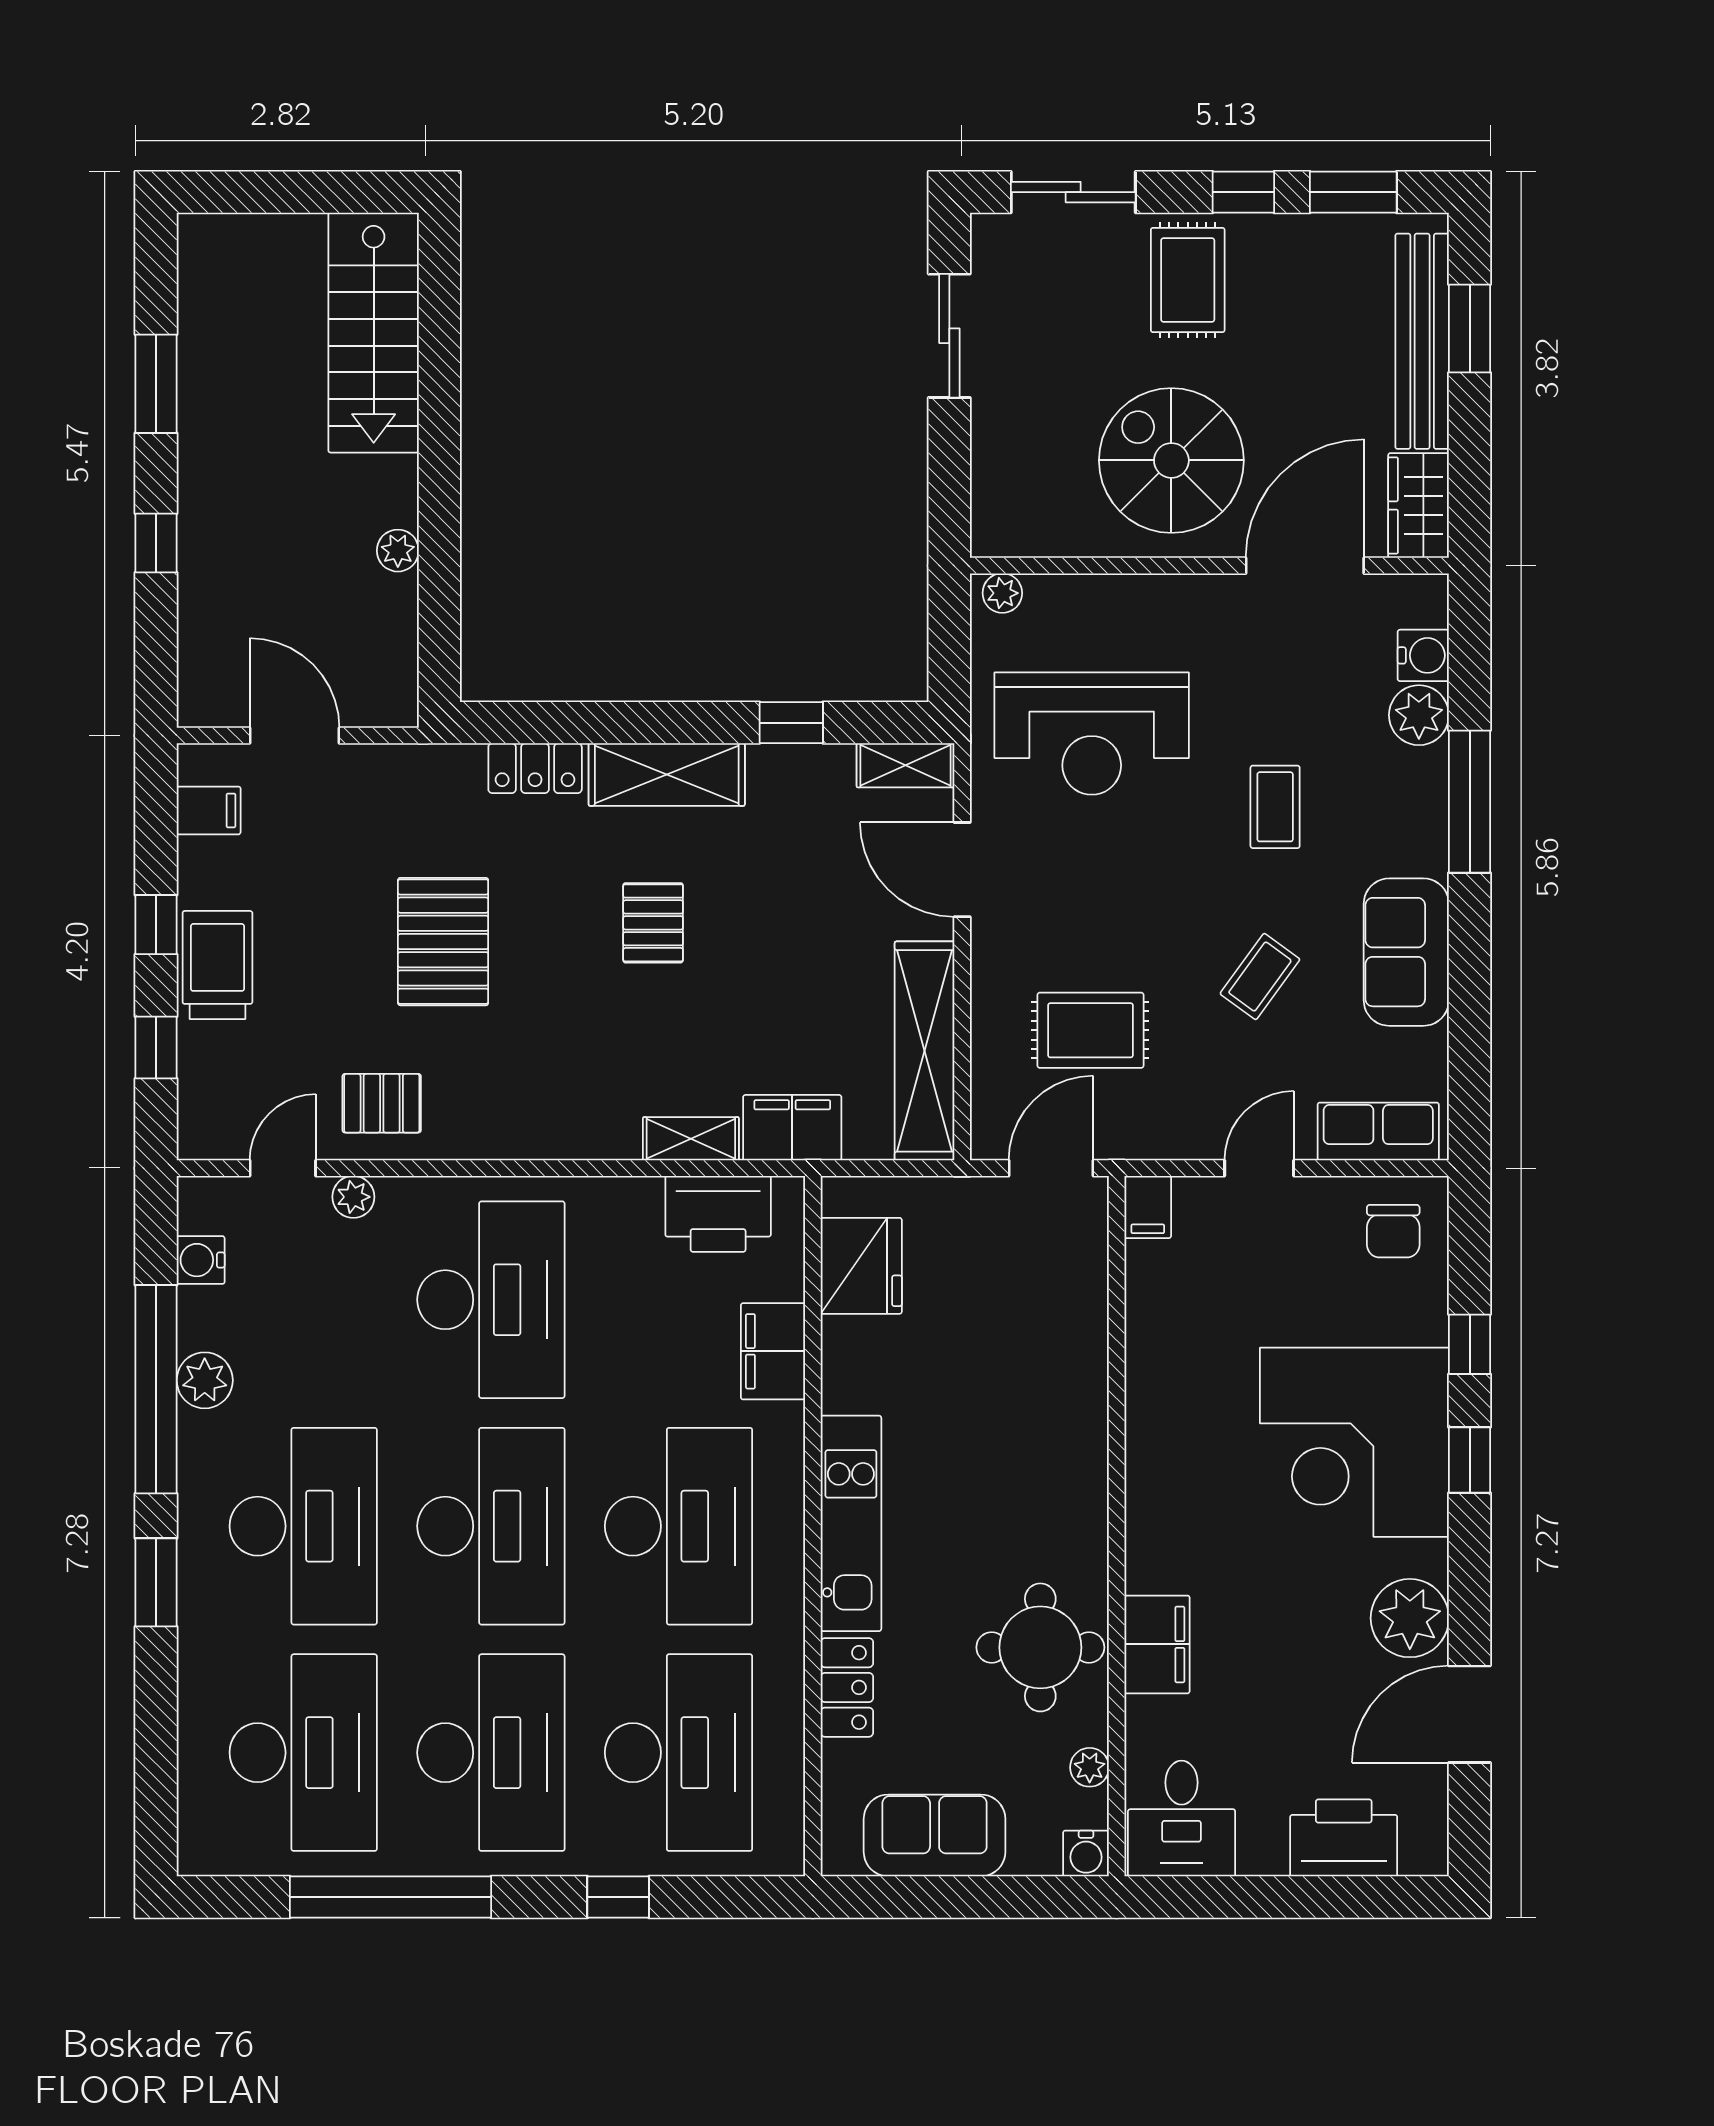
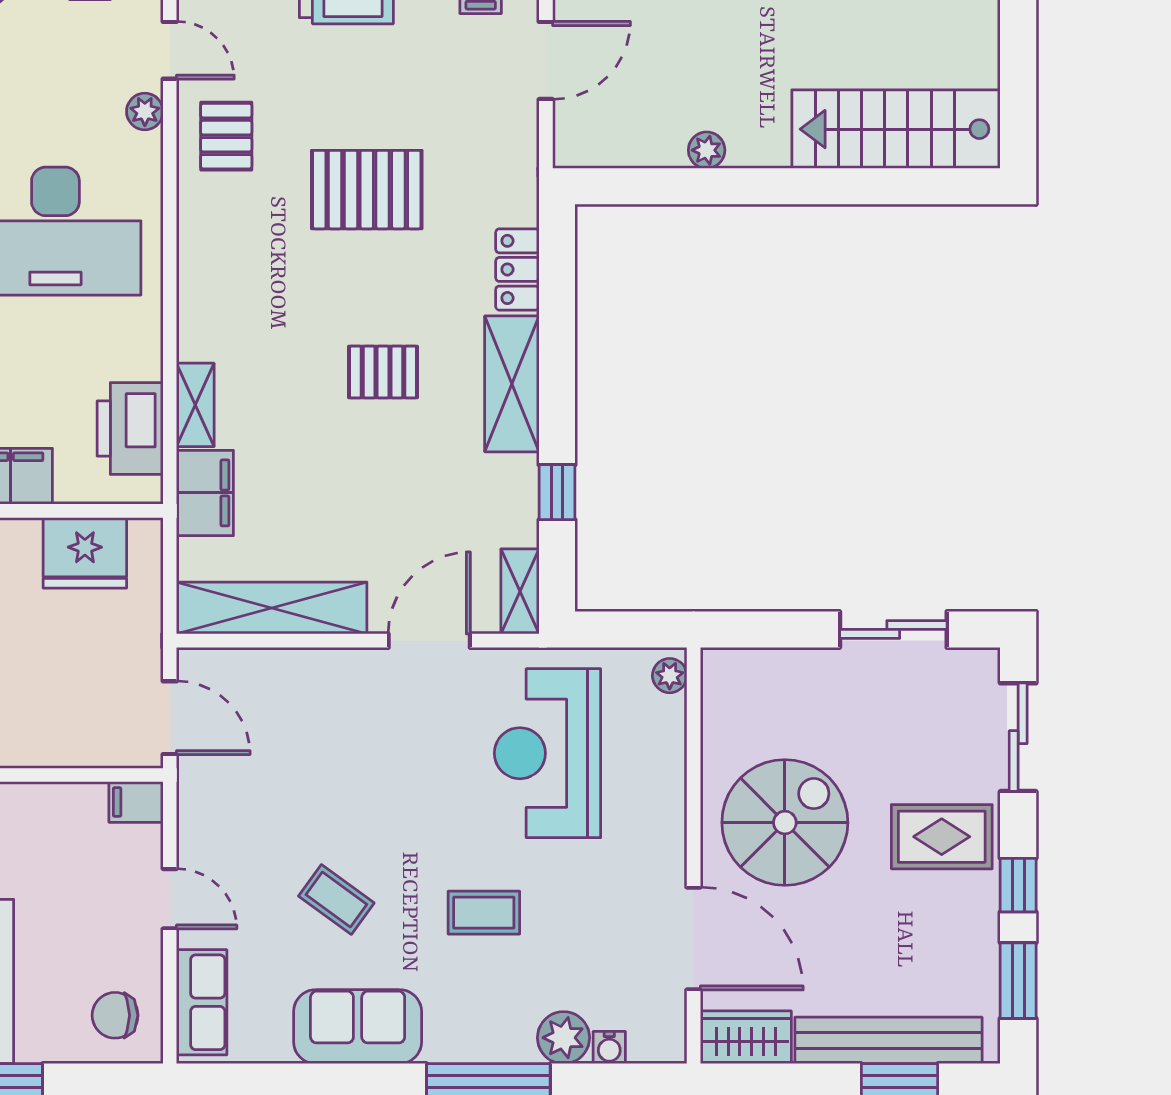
water cooler: (1423, 655) -> (609, 1048), width x0.72, depth x0.72
rug: (1090, 1030) -> (290, 752), removed

